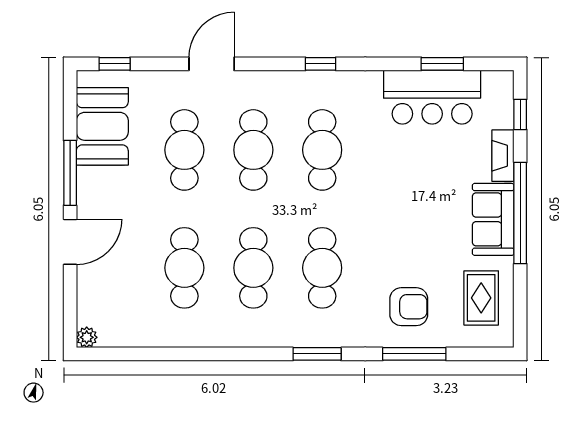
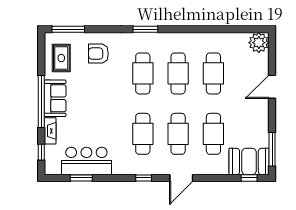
door: (212, 64) -> (181, 178), moved
booth: (102, 126) -> (249, 161), moved, turned 90
window: (70, 173) -> (272, 149), moved
plant: (87, 337) -> (259, 43), width x1.87, depth x1.87
window: (414, 354) -> (68, 29), moved

